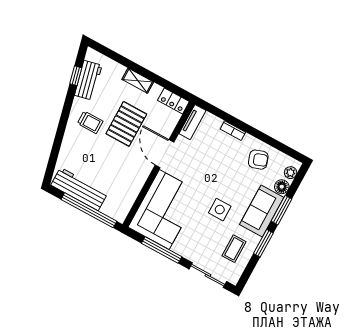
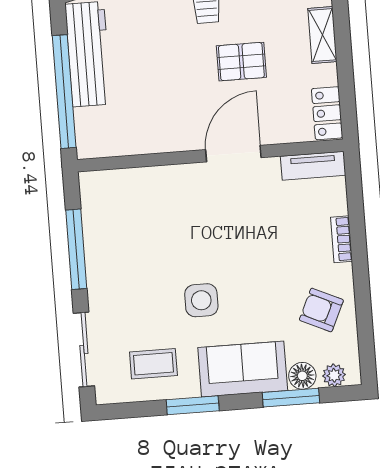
pallet: (126, 124) -> (241, 62), width x0.67, depth x0.71
armchair: (258, 160) -> (321, 310), turned 134
corner sofa: (164, 210) -> (144, 211), removed
window: (281, 210) -> (291, 398), moved

